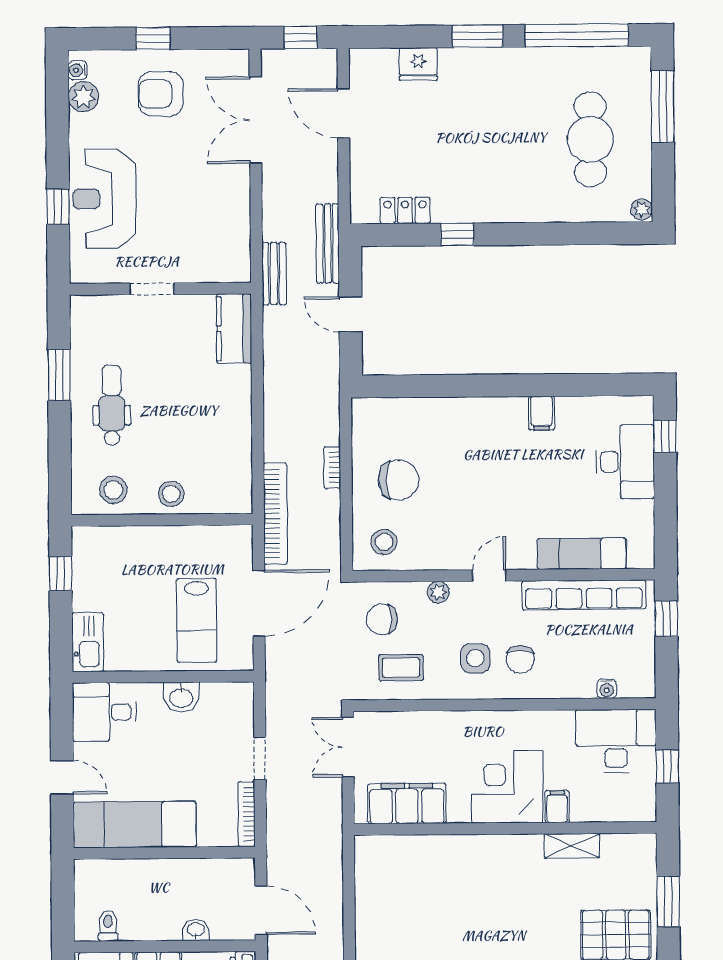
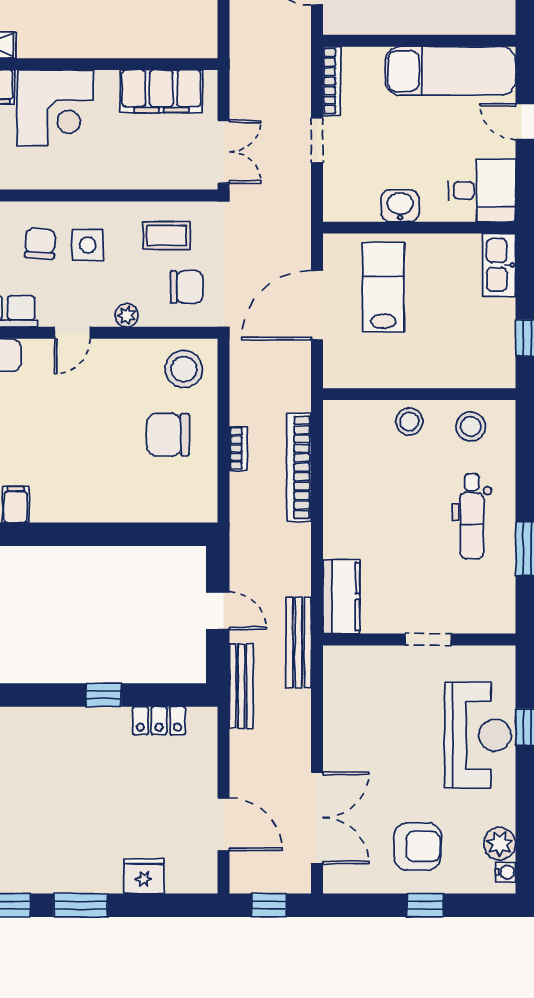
bench: (274, 274) -> (298, 643), width x1.36
bookcase: (275, 514) -> (299, 467), moved
stool: (384, 542) -> (184, 369), width x1.38, depth x1.38

